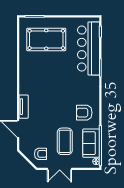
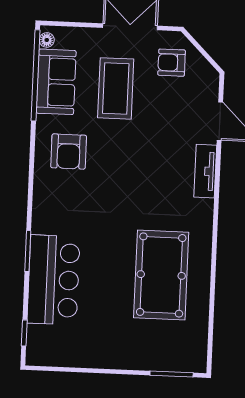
pool table: (46, 39) -> (161, 275), moved, turned 90
bar counter: (89, 49) -> (54, 280), width x0.73
armchair: (84, 113) -> (69, 152), turned 90

